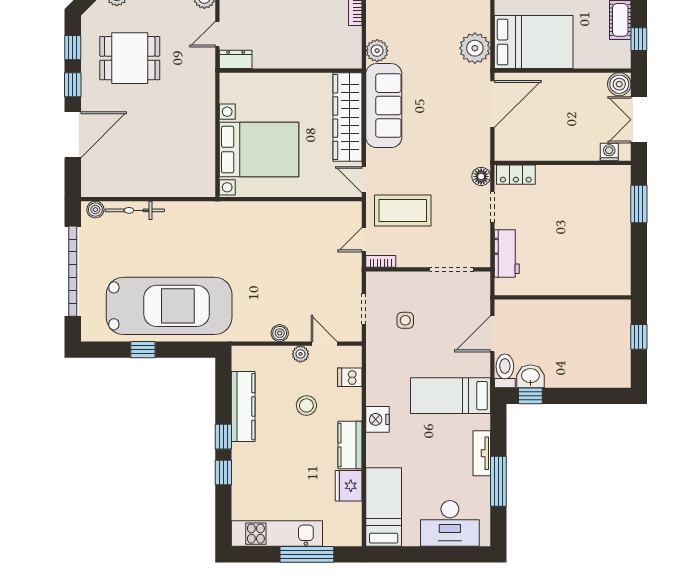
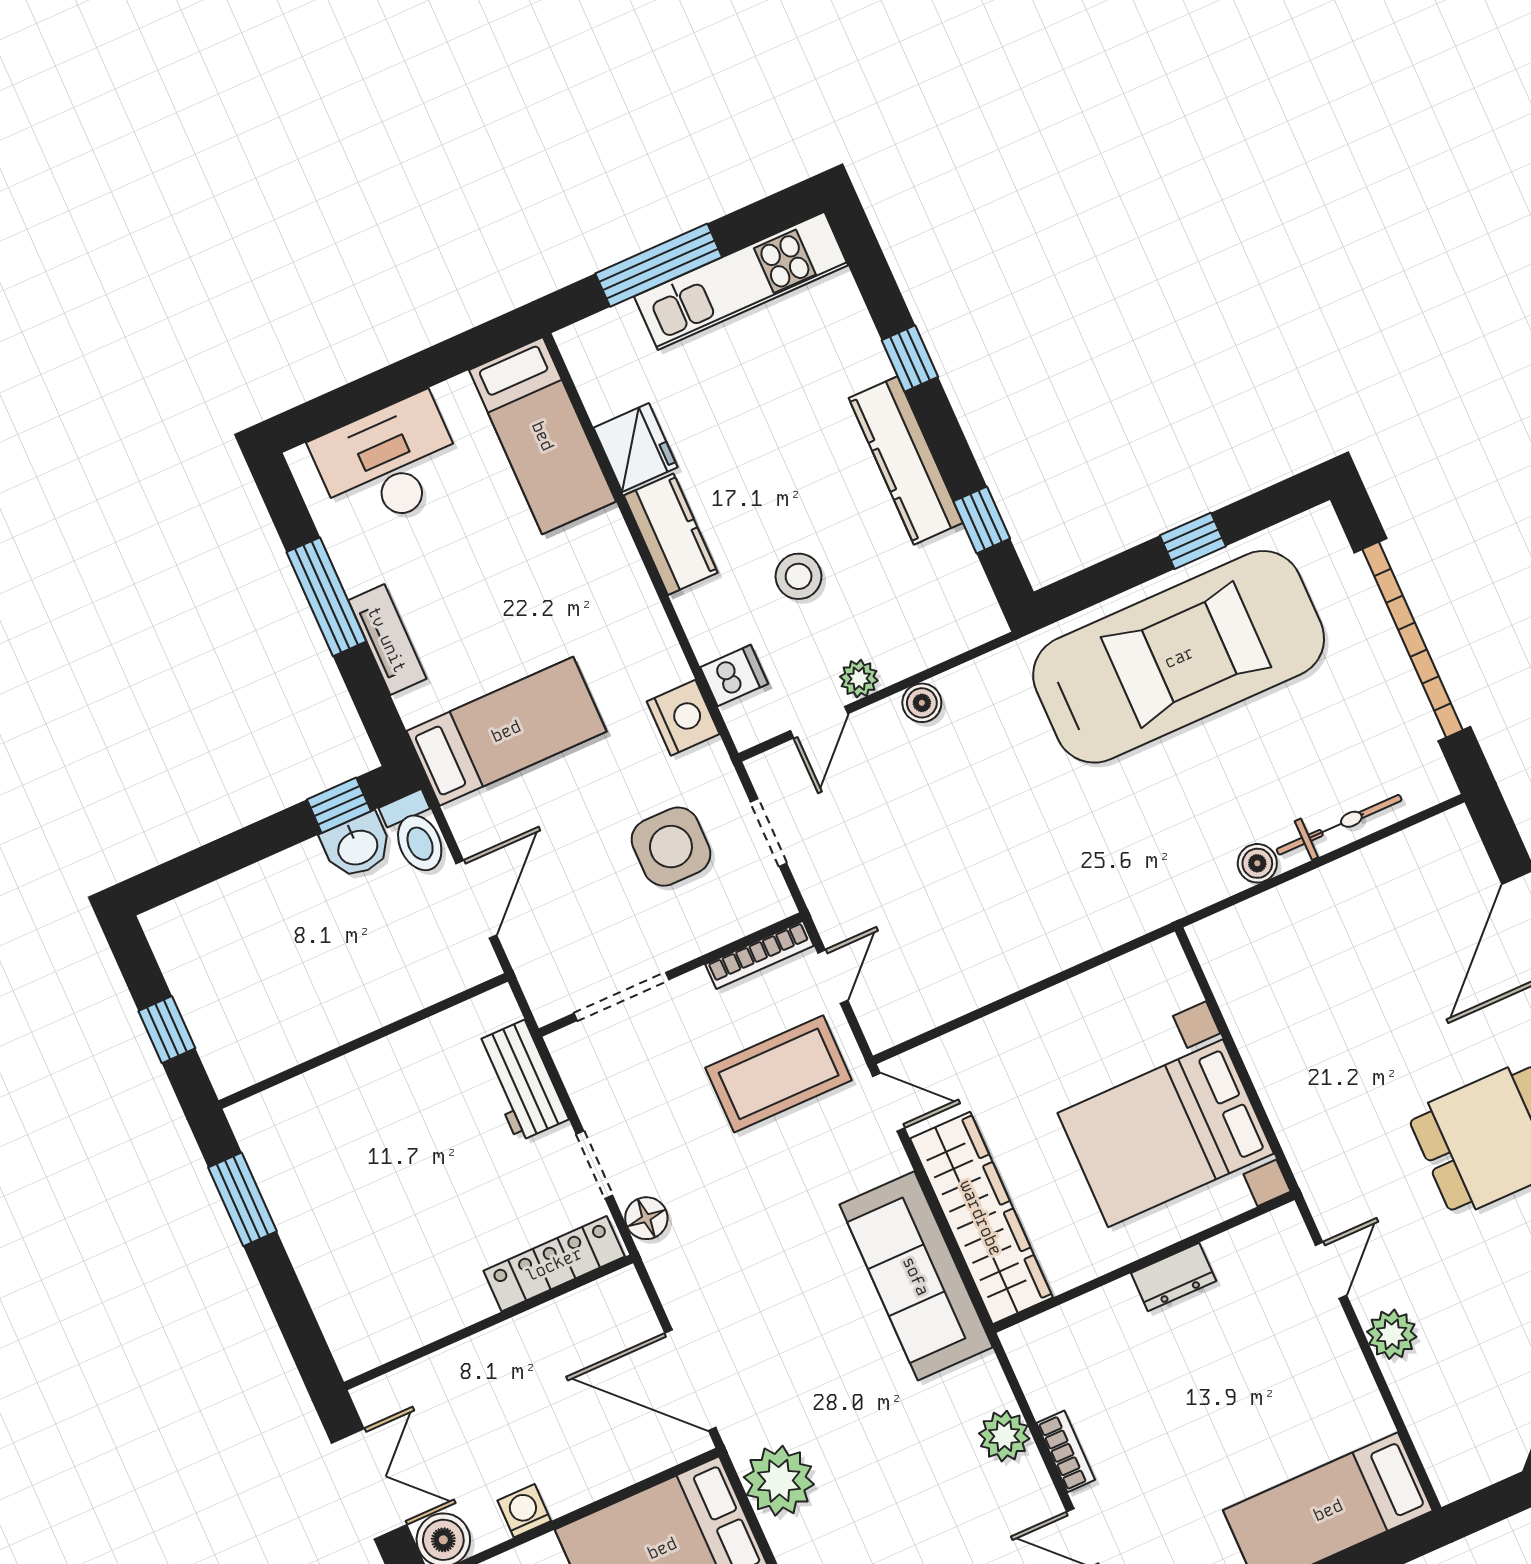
plant: (377, 51) -> (1004, 1436), moved
dresser: (236, 59) -> (1174, 1277), moved
door: (492, 104) -> (690, 1380), hinge flipped
bed with nightstands: (259, 149) -> (1166, 1133), moved
washing machine: (609, 152) -> (524, 1511), moved, turned 180
locker: (516, 175) -> (554, 1264), width x1.53
window: (639, 204) -> (242, 1199), moved
boiler: (95, 210) -> (1257, 863), moved
bookcase: (381, 261) -> (760, 955), width x1.56
car: (169, 306) -> (1179, 657), turned 180
side table: (405, 320) -> (671, 847), width x1.87, depth x1.87
door: (324, 344) -> (819, 722), hinge flipped
kitchen counter: (243, 407) -> (906, 460), moved
nightstand: (378, 419) -> (683, 718), moved
window: (223, 437) -> (982, 520), moved

